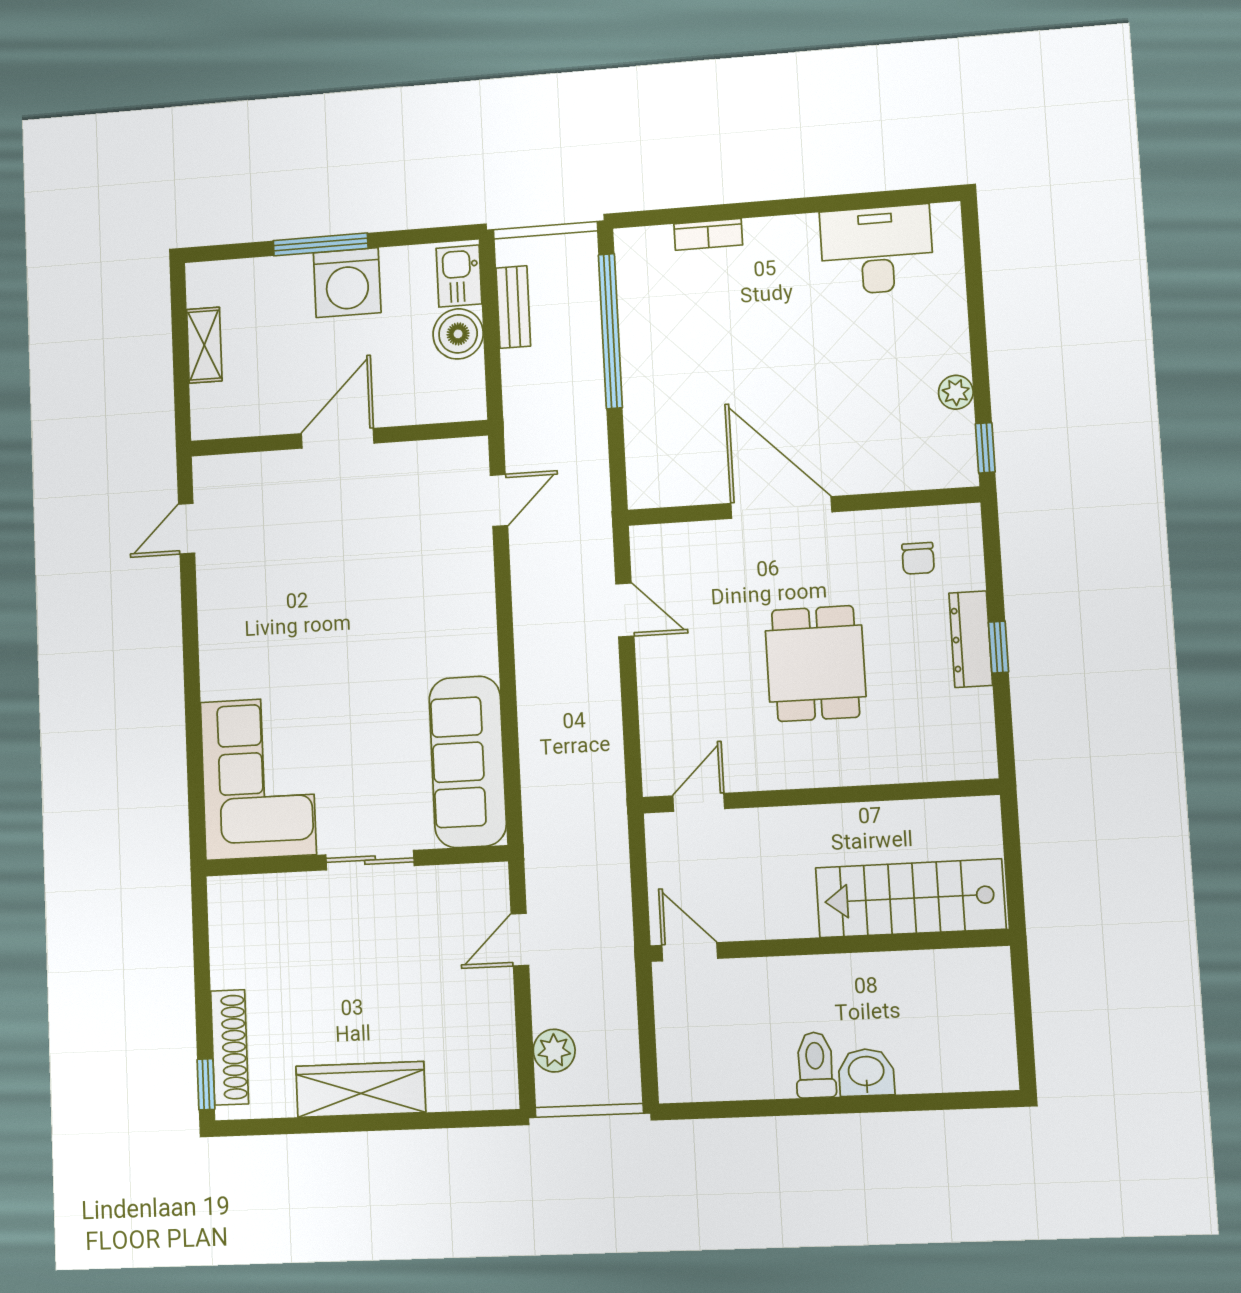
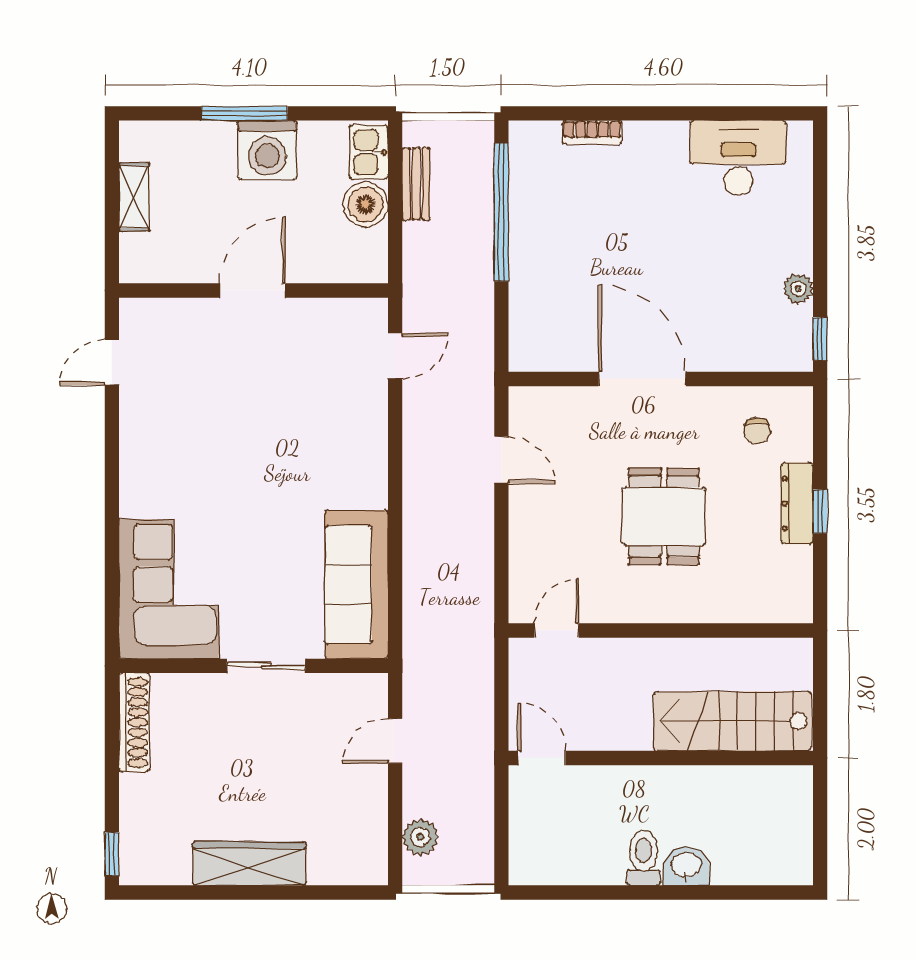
shoe rack: (230, 1047) -> (134, 722), moved

